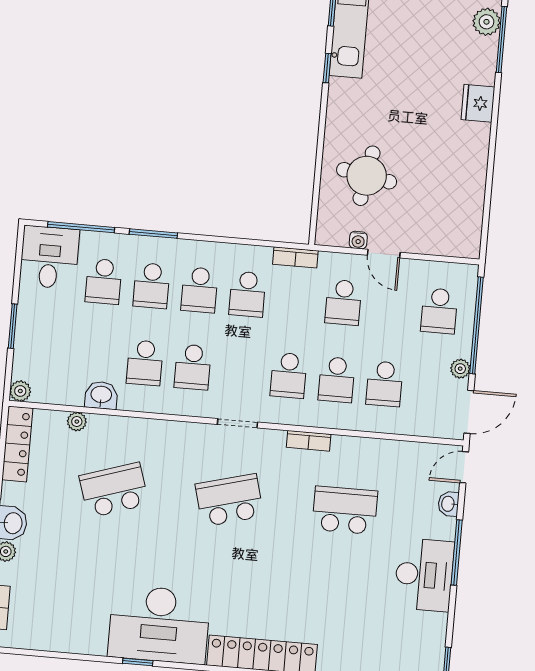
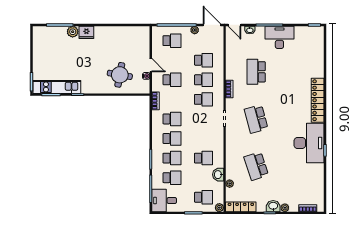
plant: (486, 22) -> (73, 32), moved
door: (384, 254) -> (151, 65), hinge flipped
school desk: (193, 367) -> (203, 197), moved

